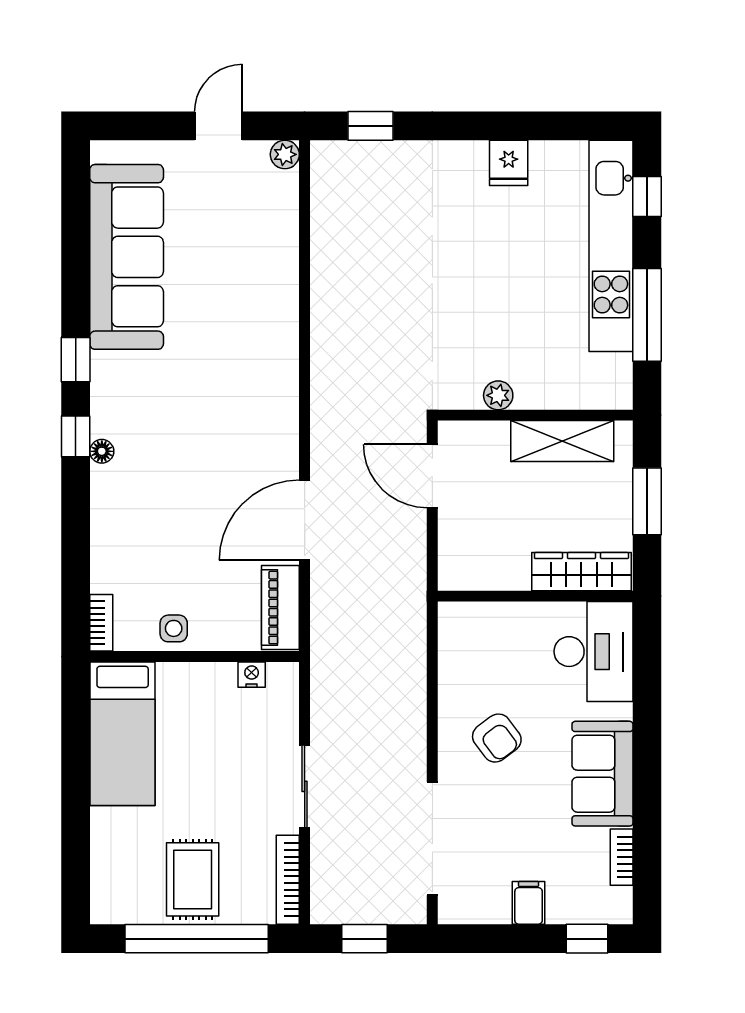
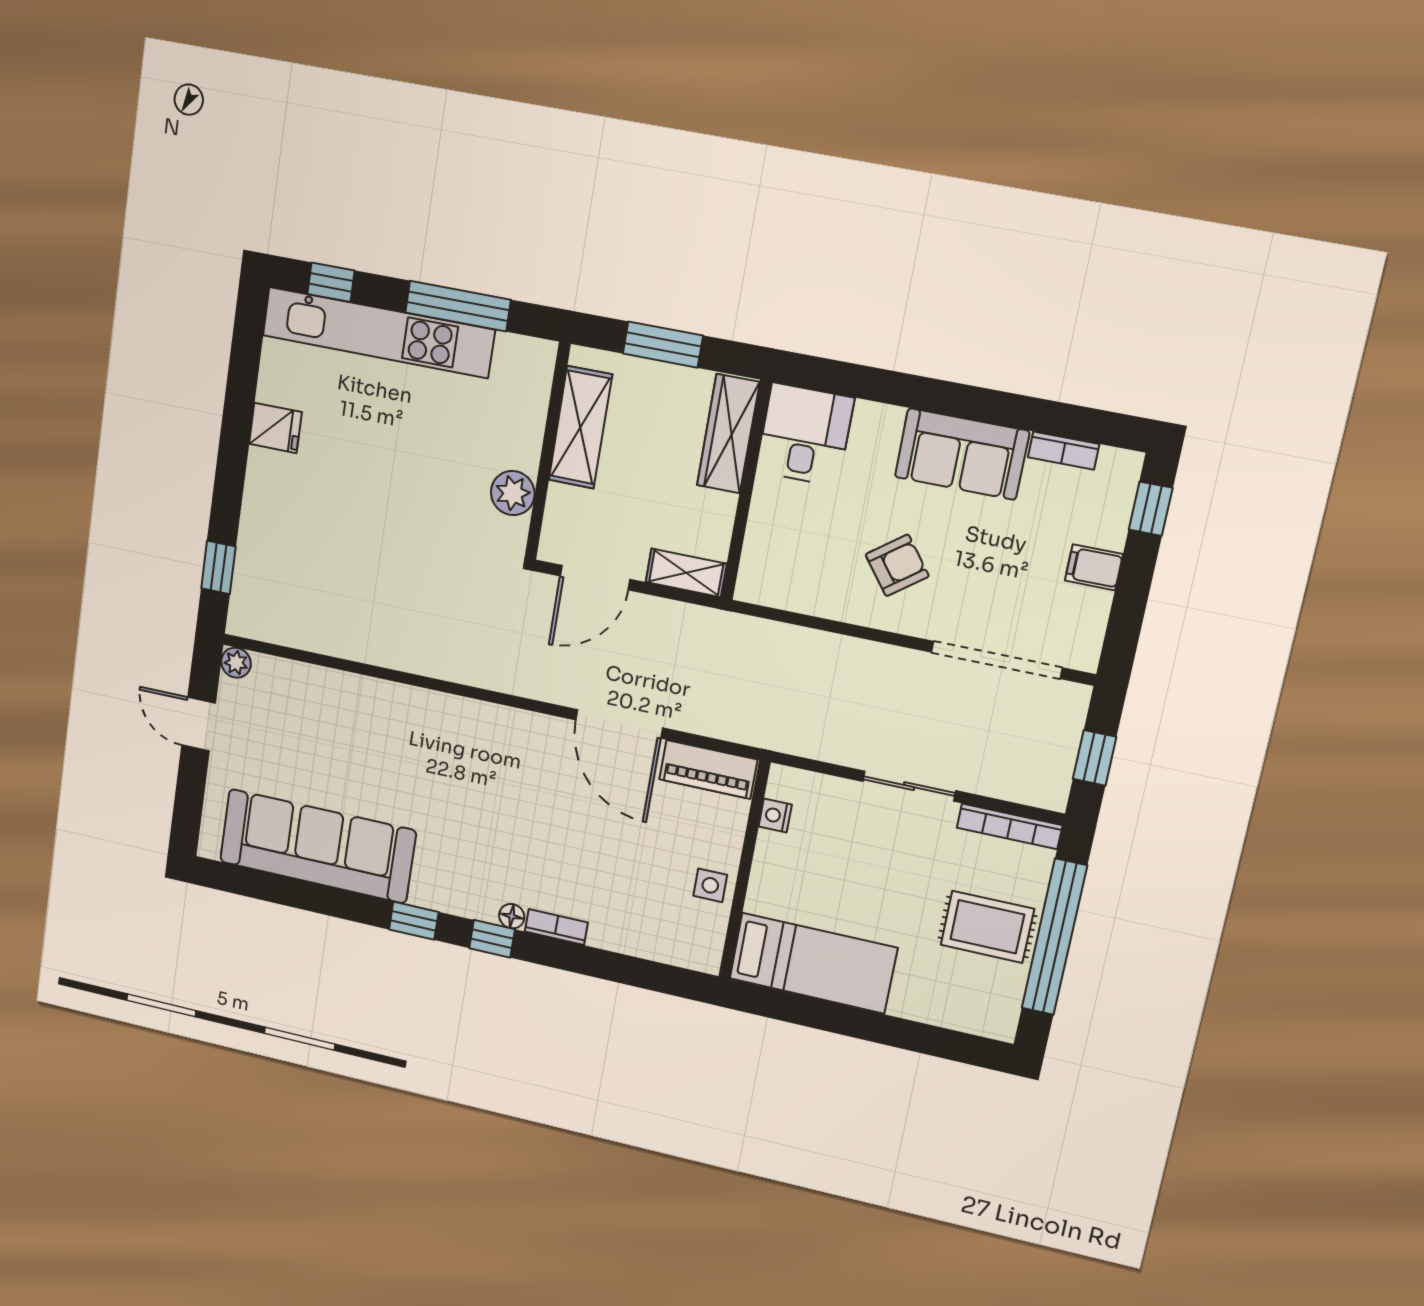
plant: (498, 395) -> (513, 493), width x1.38, depth x1.38
shelving: (453, 557) -> (686, 573), added
bookcase: (101, 623) -> (556, 927), moved
desk: (593, 652) -> (805, 435), width x0.73

